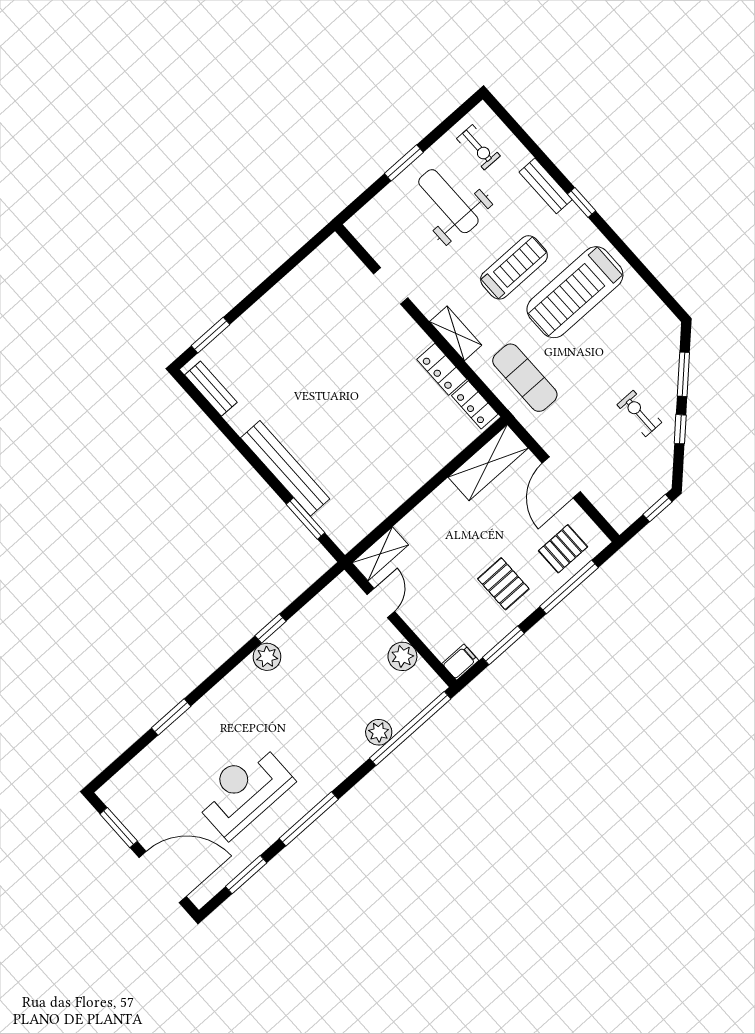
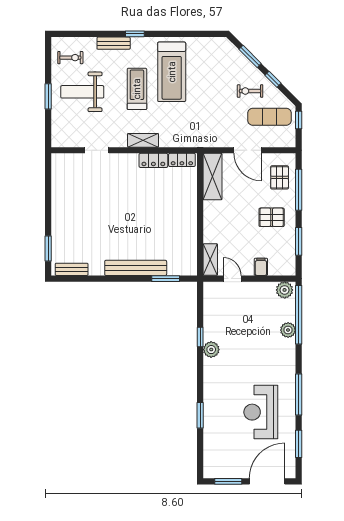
exercise mat: (525, 378) -> (269, 117), moved
plant: (402, 656) -> (285, 290), moved
filing cabinet: (460, 662) -> (261, 267), moved

